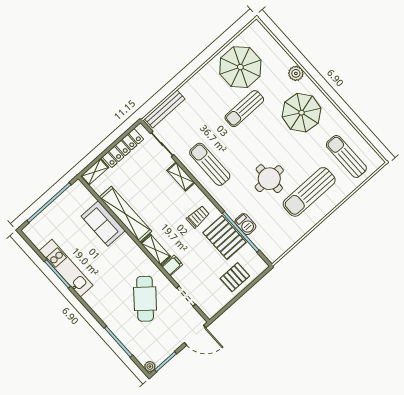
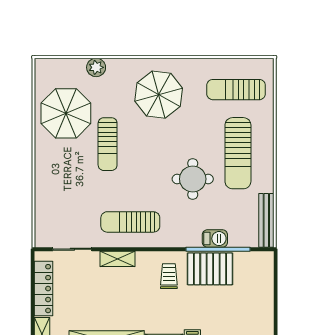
plant: (296, 73) -> (96, 67), moved
bench: (165, 109) -> (266, 220), moved
pallet: (235, 277) -> (255, 292), removed

